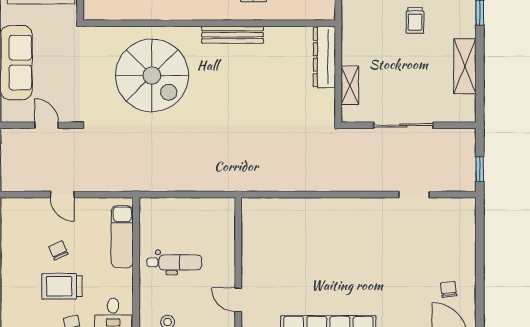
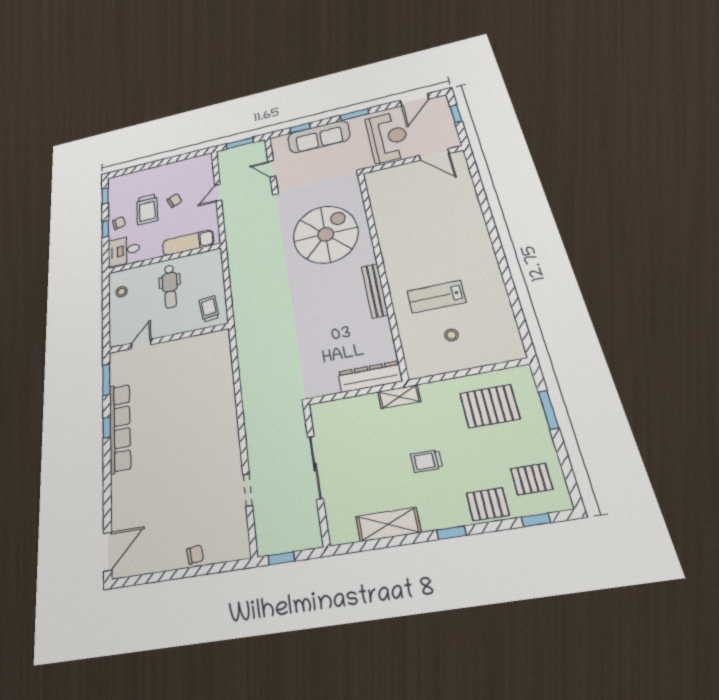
spiral stairs: (152, 75) -> (326, 234), turned 180
shelving: (350, 85) -> (399, 397), moved
door: (47, 125) -> (272, 169), swing flipped
trolley: (213, 218) -> (209, 309), added
trolley: (62, 286) -> (147, 209), turned 180
chair: (449, 289) -> (195, 555), moved

